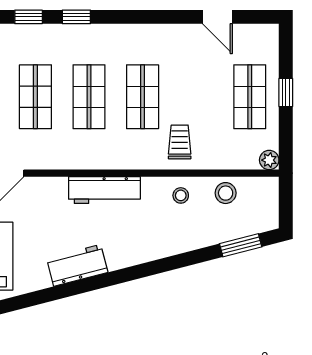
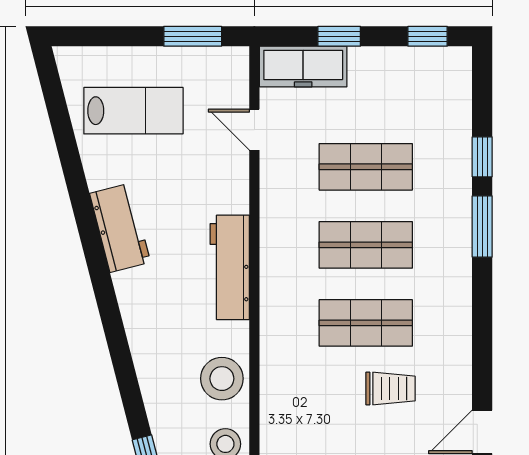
window: (76, 17) -> (482, 227), width x1.50
trolley: (180, 142) -> (391, 389), moved
stool: (181, 195) -> (222, 379), width x1.89, depth x1.89

